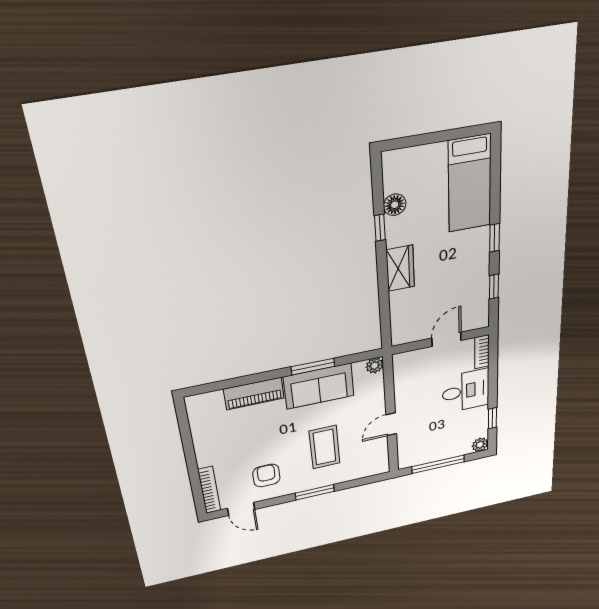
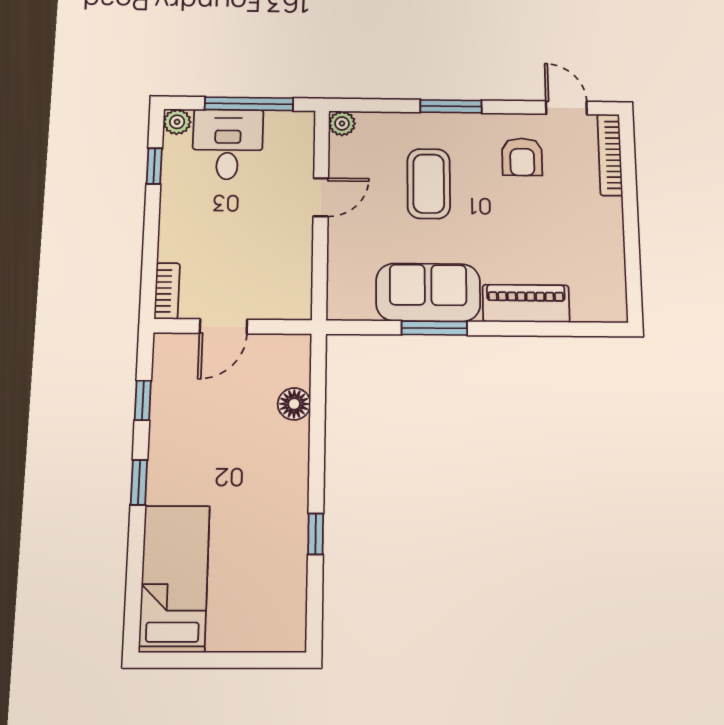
floor lamp: (395, 205) -> (294, 404), moved
wardrobe: (400, 268) -> (289, 462), removed
plant: (375, 366) -> (342, 123), moved
desk: (466, 391) -> (228, 144), moved, turned 90

